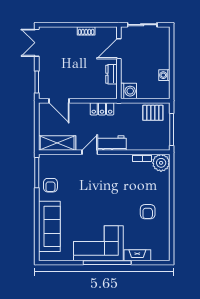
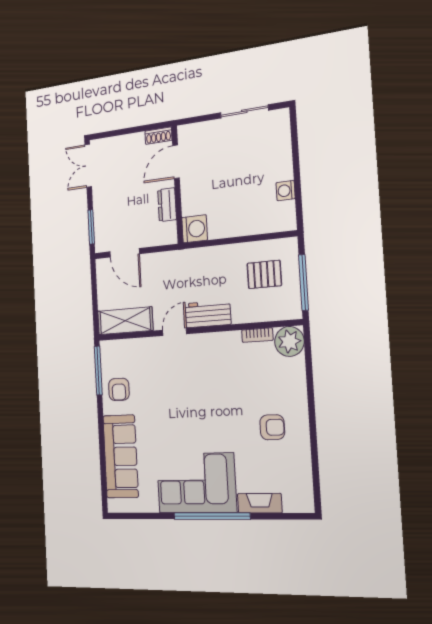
door: (119, 49) -> (176, 162), moved
wall: (119, 63) -> (177, 185), moved
dresser: (111, 74) -> (167, 205), moved
washing machine: (129, 91) -> (195, 229), moved
locker: (102, 109) -> (189, 259), removed
pallet: (153, 113) -> (264, 274), moved
armchair: (148, 212) -> (272, 427), turned -90

